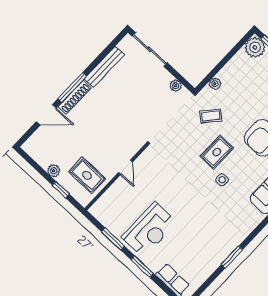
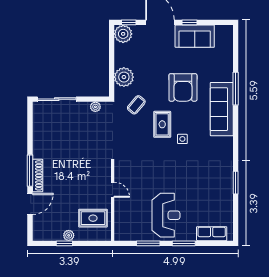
bench: (104, 67) -> (38, 138), removed
plant: (215, 84) -> (124, 77), width x1.88, depth x1.88
window: (61, 190) -> (64, 243), moved

